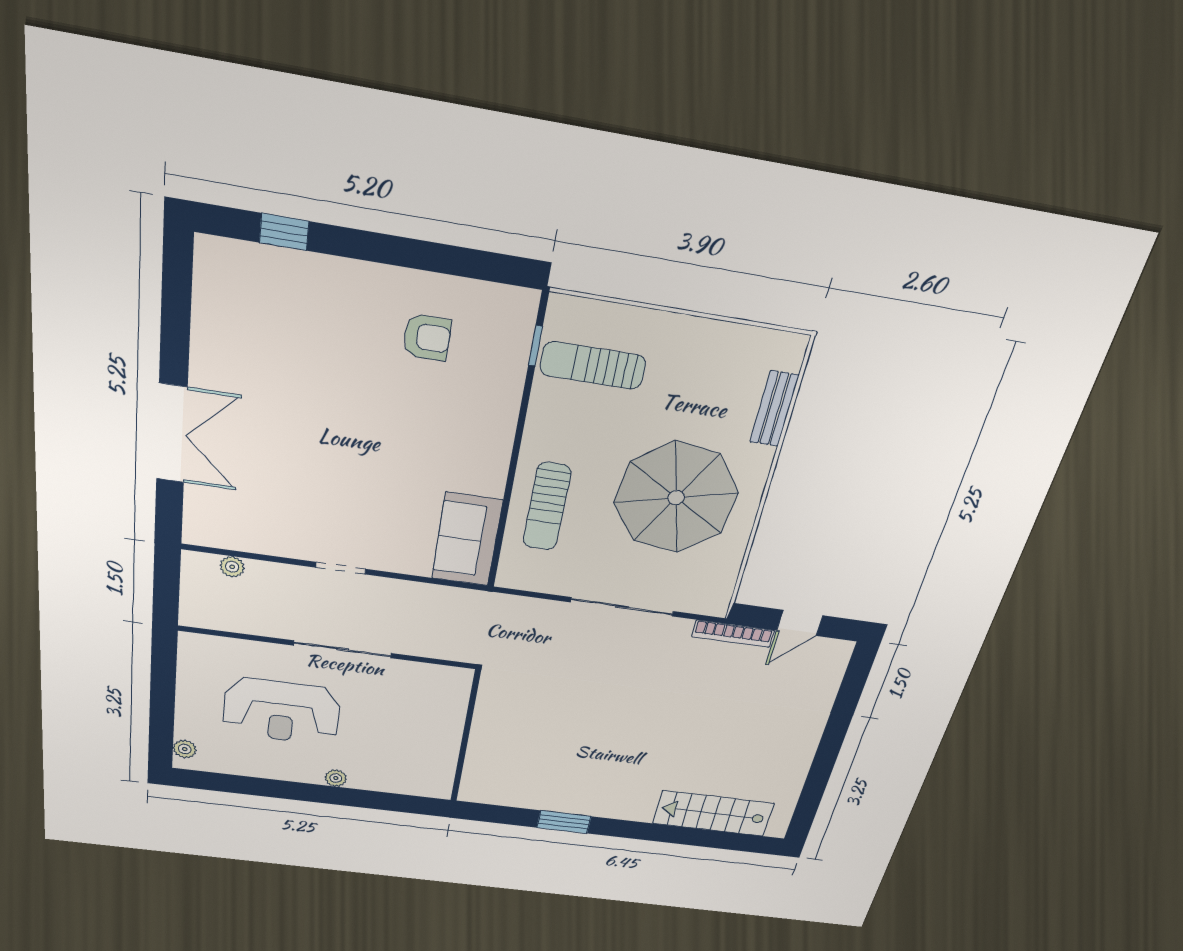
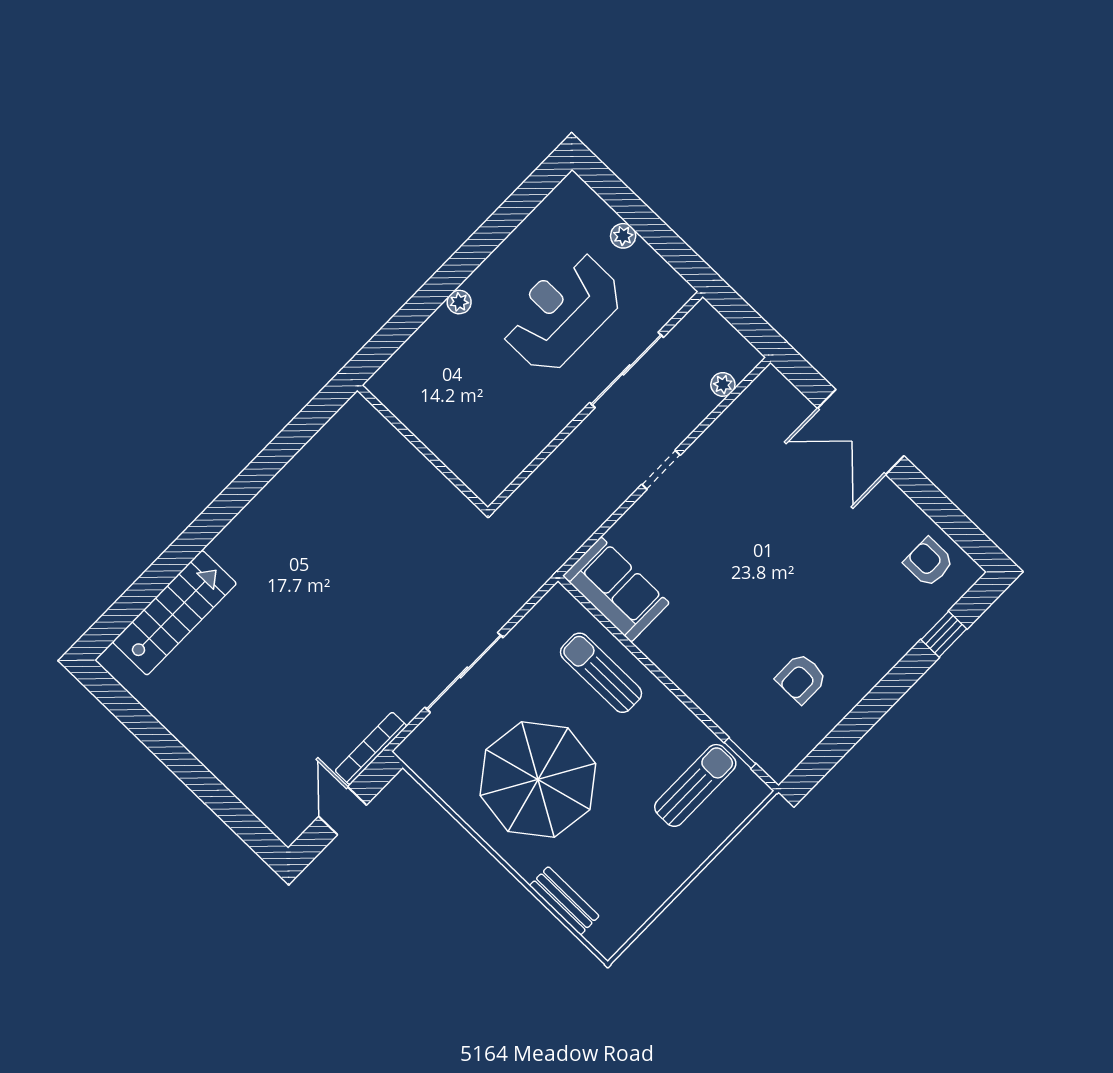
armchair: (231, 294) -> (929, 562), added
sliding door: (343, 649) -> (627, 370), moved
plant: (185, 749) -> (623, 236), moved
window: (564, 822) -> (262, 470), removed

